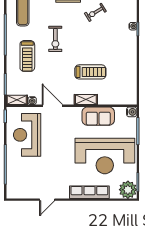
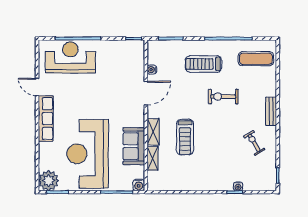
shelving: (17, 100) -> (153, 158), moved
reception desk: (27, 135) -> (70, 57), moved
row of seats: (89, 192) -> (46, 119), moved

